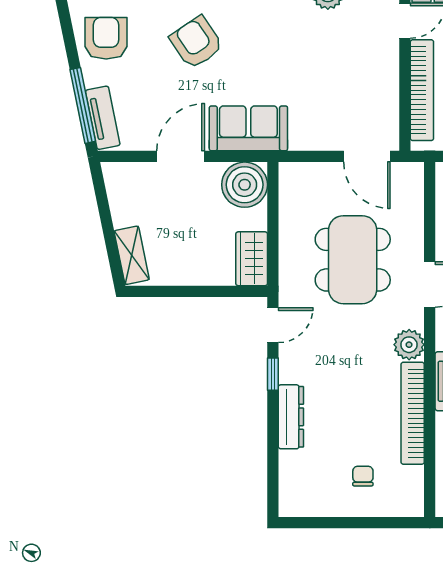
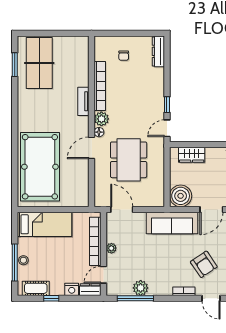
plant: (389, 76) -> (111, 248), added
sofa: (248, 128) -> (172, 223), width x1.36
wardrobe: (252, 259) -> (192, 155), moved, turned 90
floor lamp: (414, 317) -> (99, 132), added
dresser: (291, 417) -> (158, 51), moved

